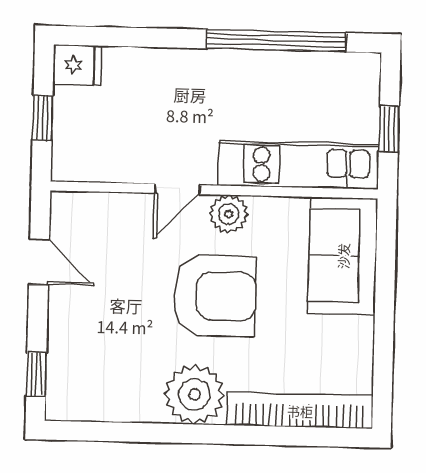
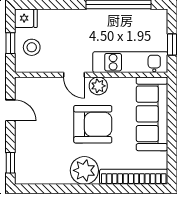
stool: (88, 128) -> (32, 47), added
door: (177, 189) -> (74, 75), hinge flipped
sofa: (343, 256) -> (152, 114), width x1.36

